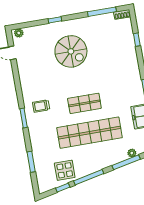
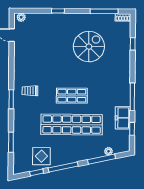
spiral stairs: (71, 51) -> (89, 47), moved, turned -90

